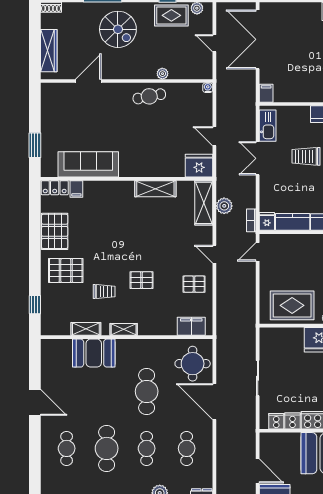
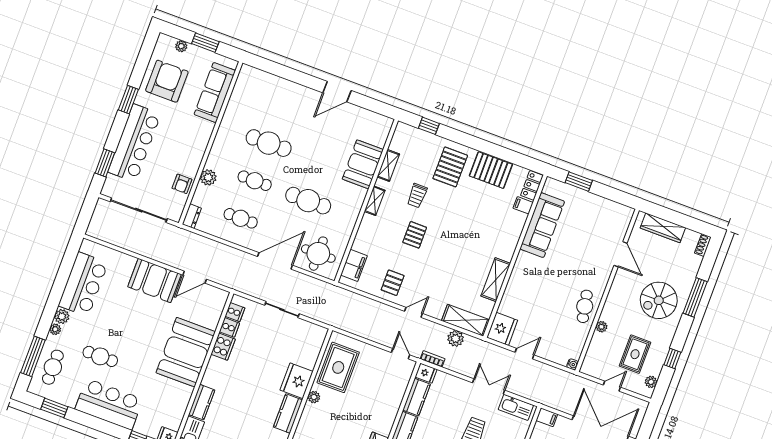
rug: (171, 15) -> (635, 354), moved
cafe table: (67, 448) -> (283, 105), removed

